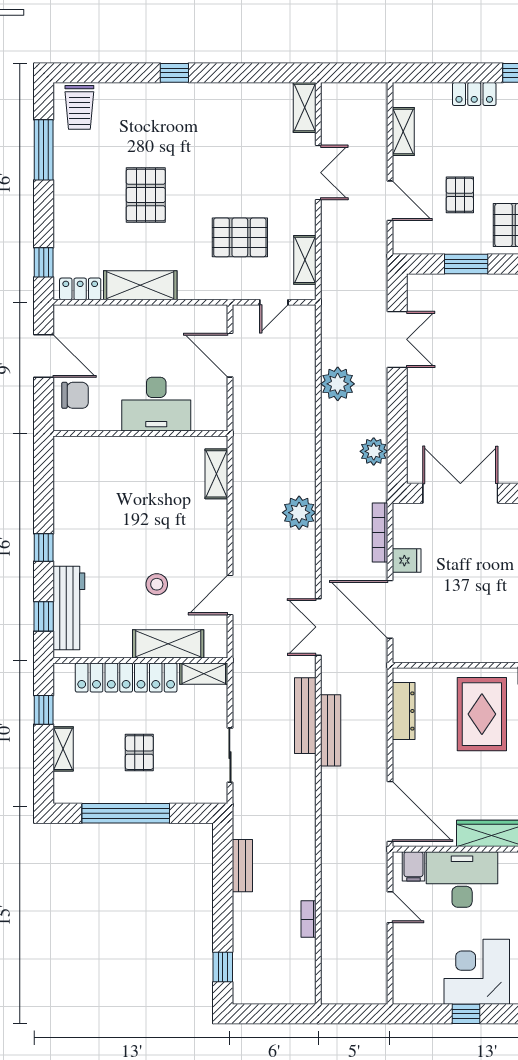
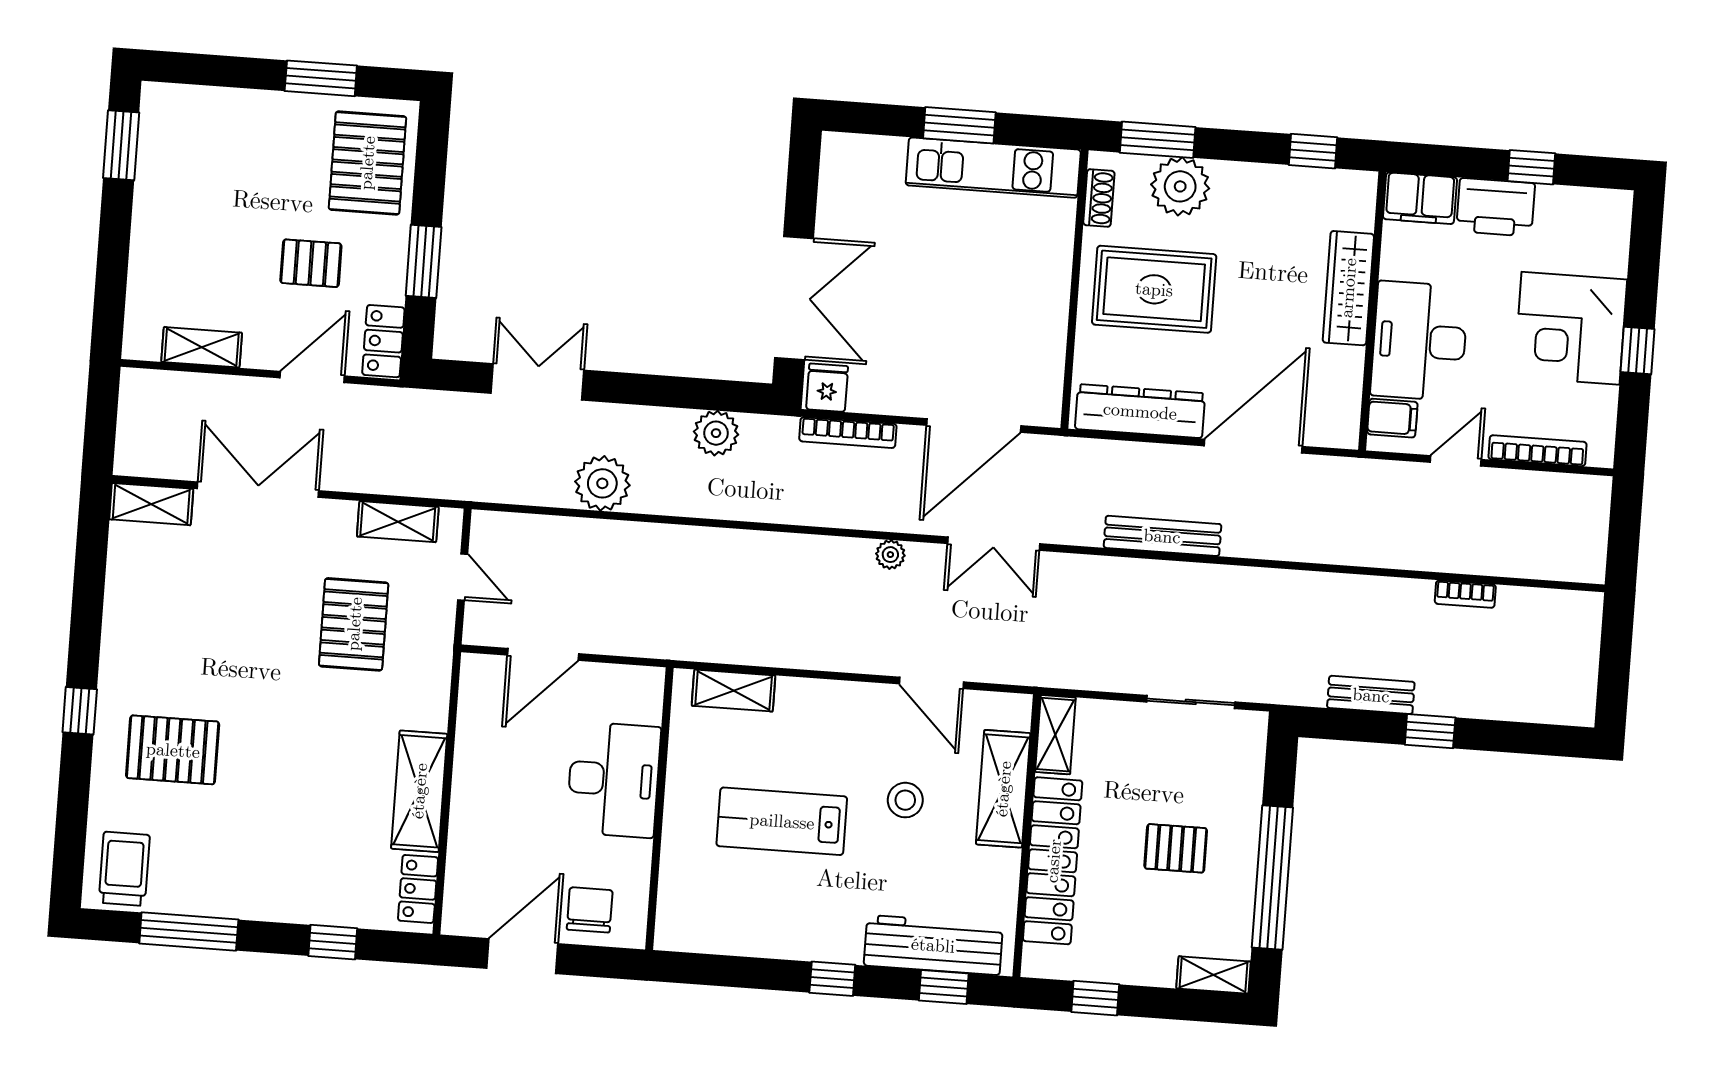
locker: (474, 94) -> (383, 341), moved, turned 180
trolley: (79, 107) -> (124, 869), turned -90
double door: (318, 173) -> (258, 490), width x1.37
pallet: (146, 195) -> (173, 750), moved
window: (44, 262) -> (333, 942), moved
double door: (460, 493) -> (794, 298), swing flipped
lab bench: (138, 509) -> (782, 821), added
plant: (299, 513) -> (890, 555), moved, width x0.53, depth x0.53
fridge: (407, 561) -> (827, 388), moved
dresser: (404, 711) -> (1140, 411), width x1.37, depth x1.24
bench: (305, 716) -> (1136, 575), removed
shelving: (63, 749) -> (1213, 975), moved
door: (390, 812) -> (1253, 446), moved
bookcase: (400, 957) -> (1538, 451), added
window: (223, 967) -> (1430, 731), moved

